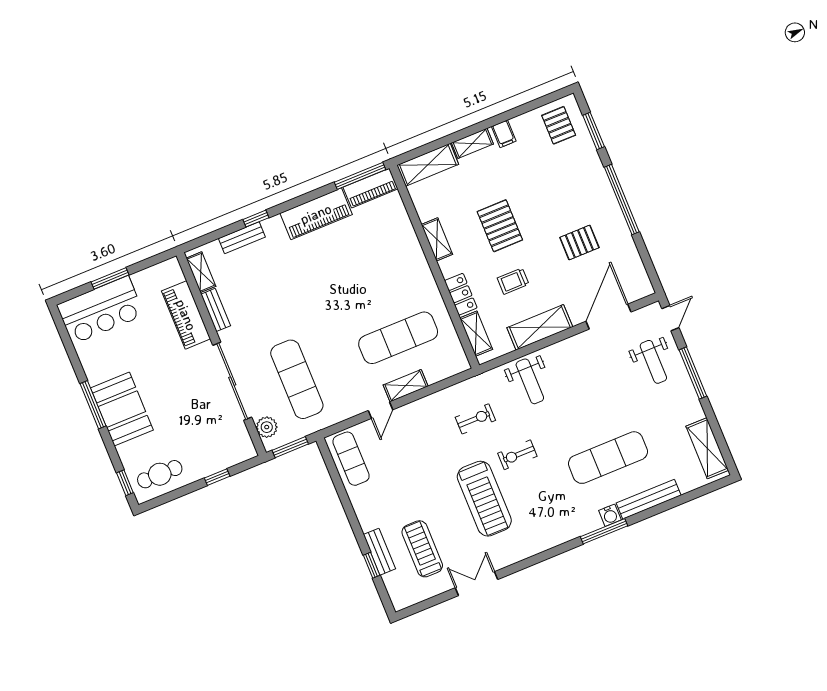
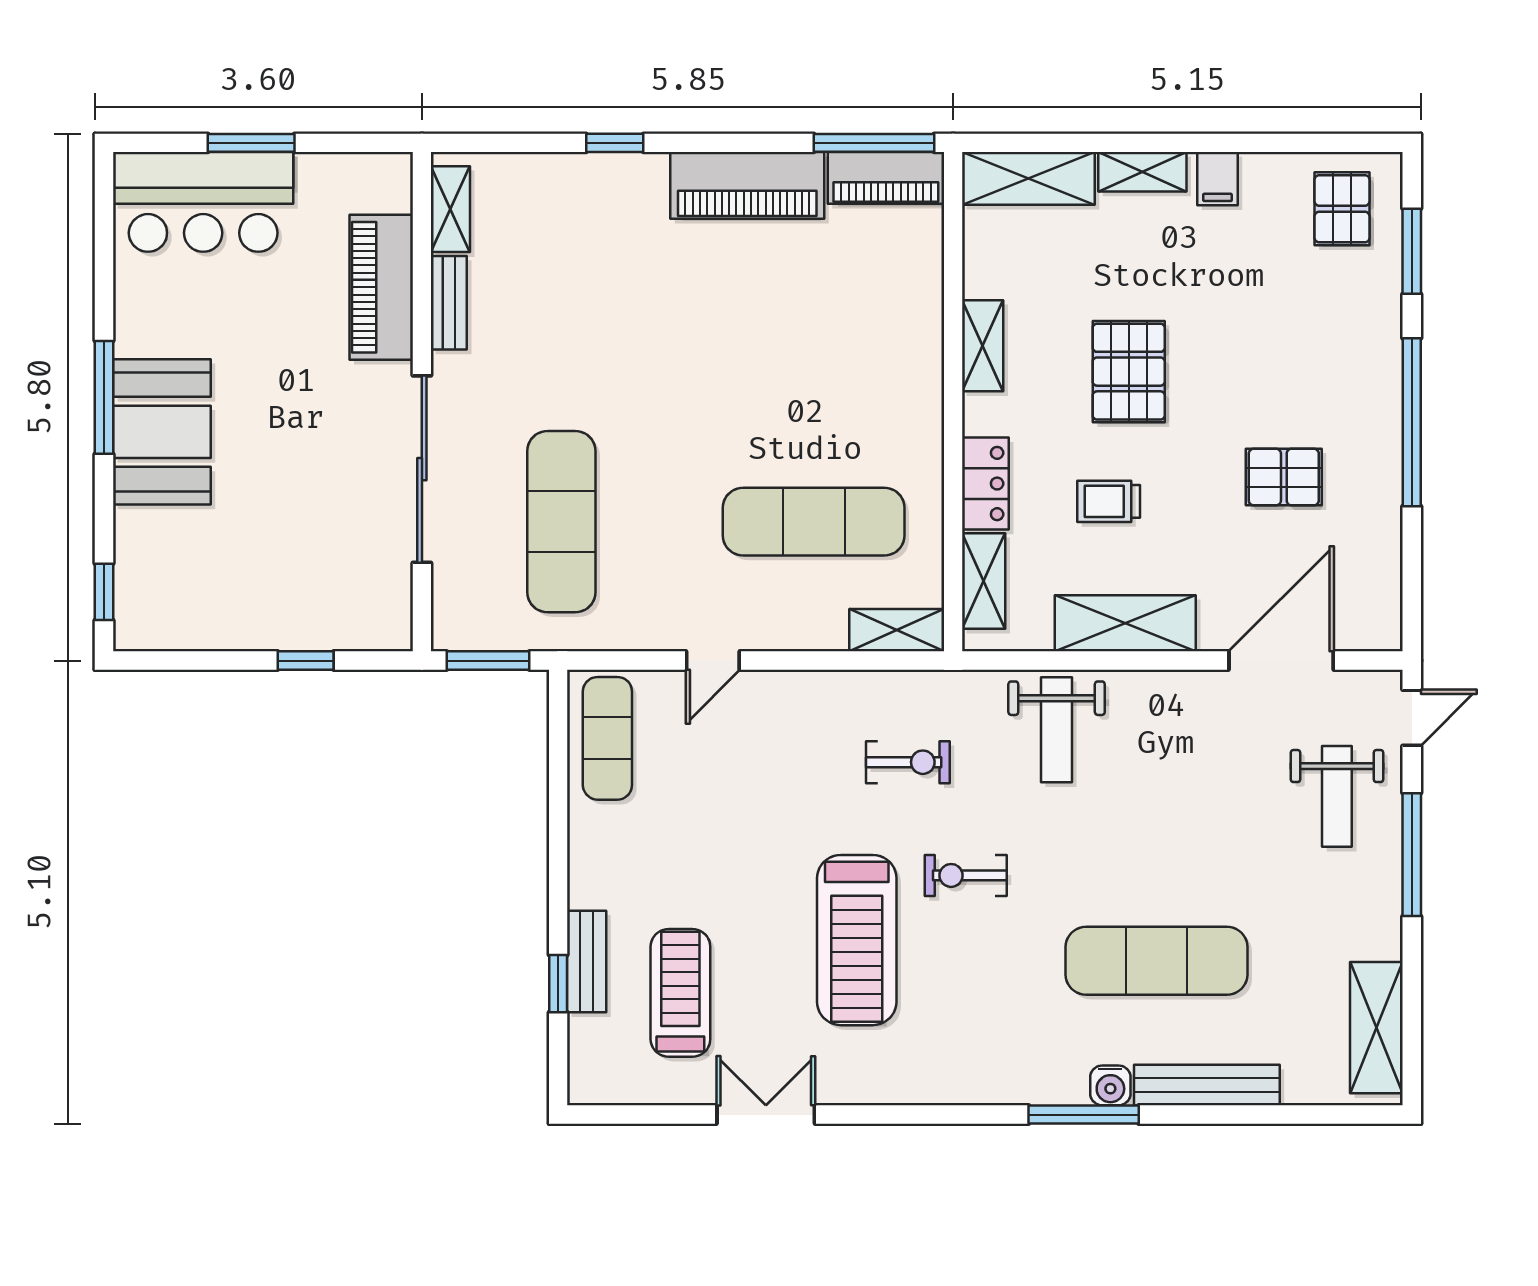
bench: (242, 238) -> (568, 171), removed
shelving: (406, 386) -> (897, 630), moved
plant: (267, 427) -> (455, 597), removed
cafe table: (160, 474) -> (186, 604), removed

